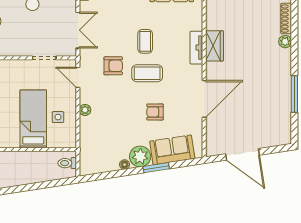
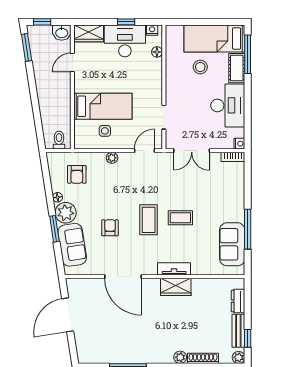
armchair: (113, 66) -> (77, 174), moved

